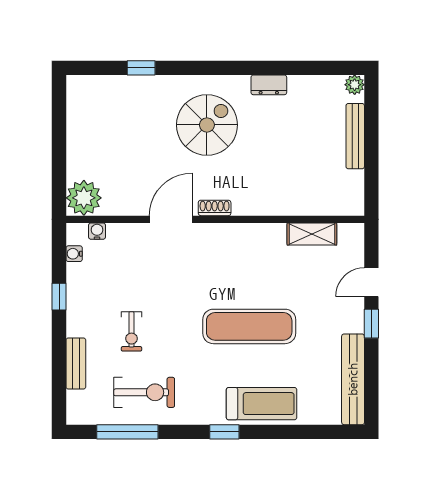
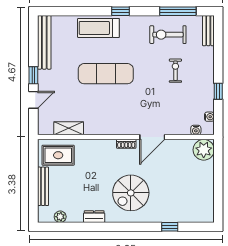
plant: (355, 85) -> (60, 217), moved
rug: (330, 189) -> (58, 155), added
bench: (76, 364) -> (208, 31), moved

